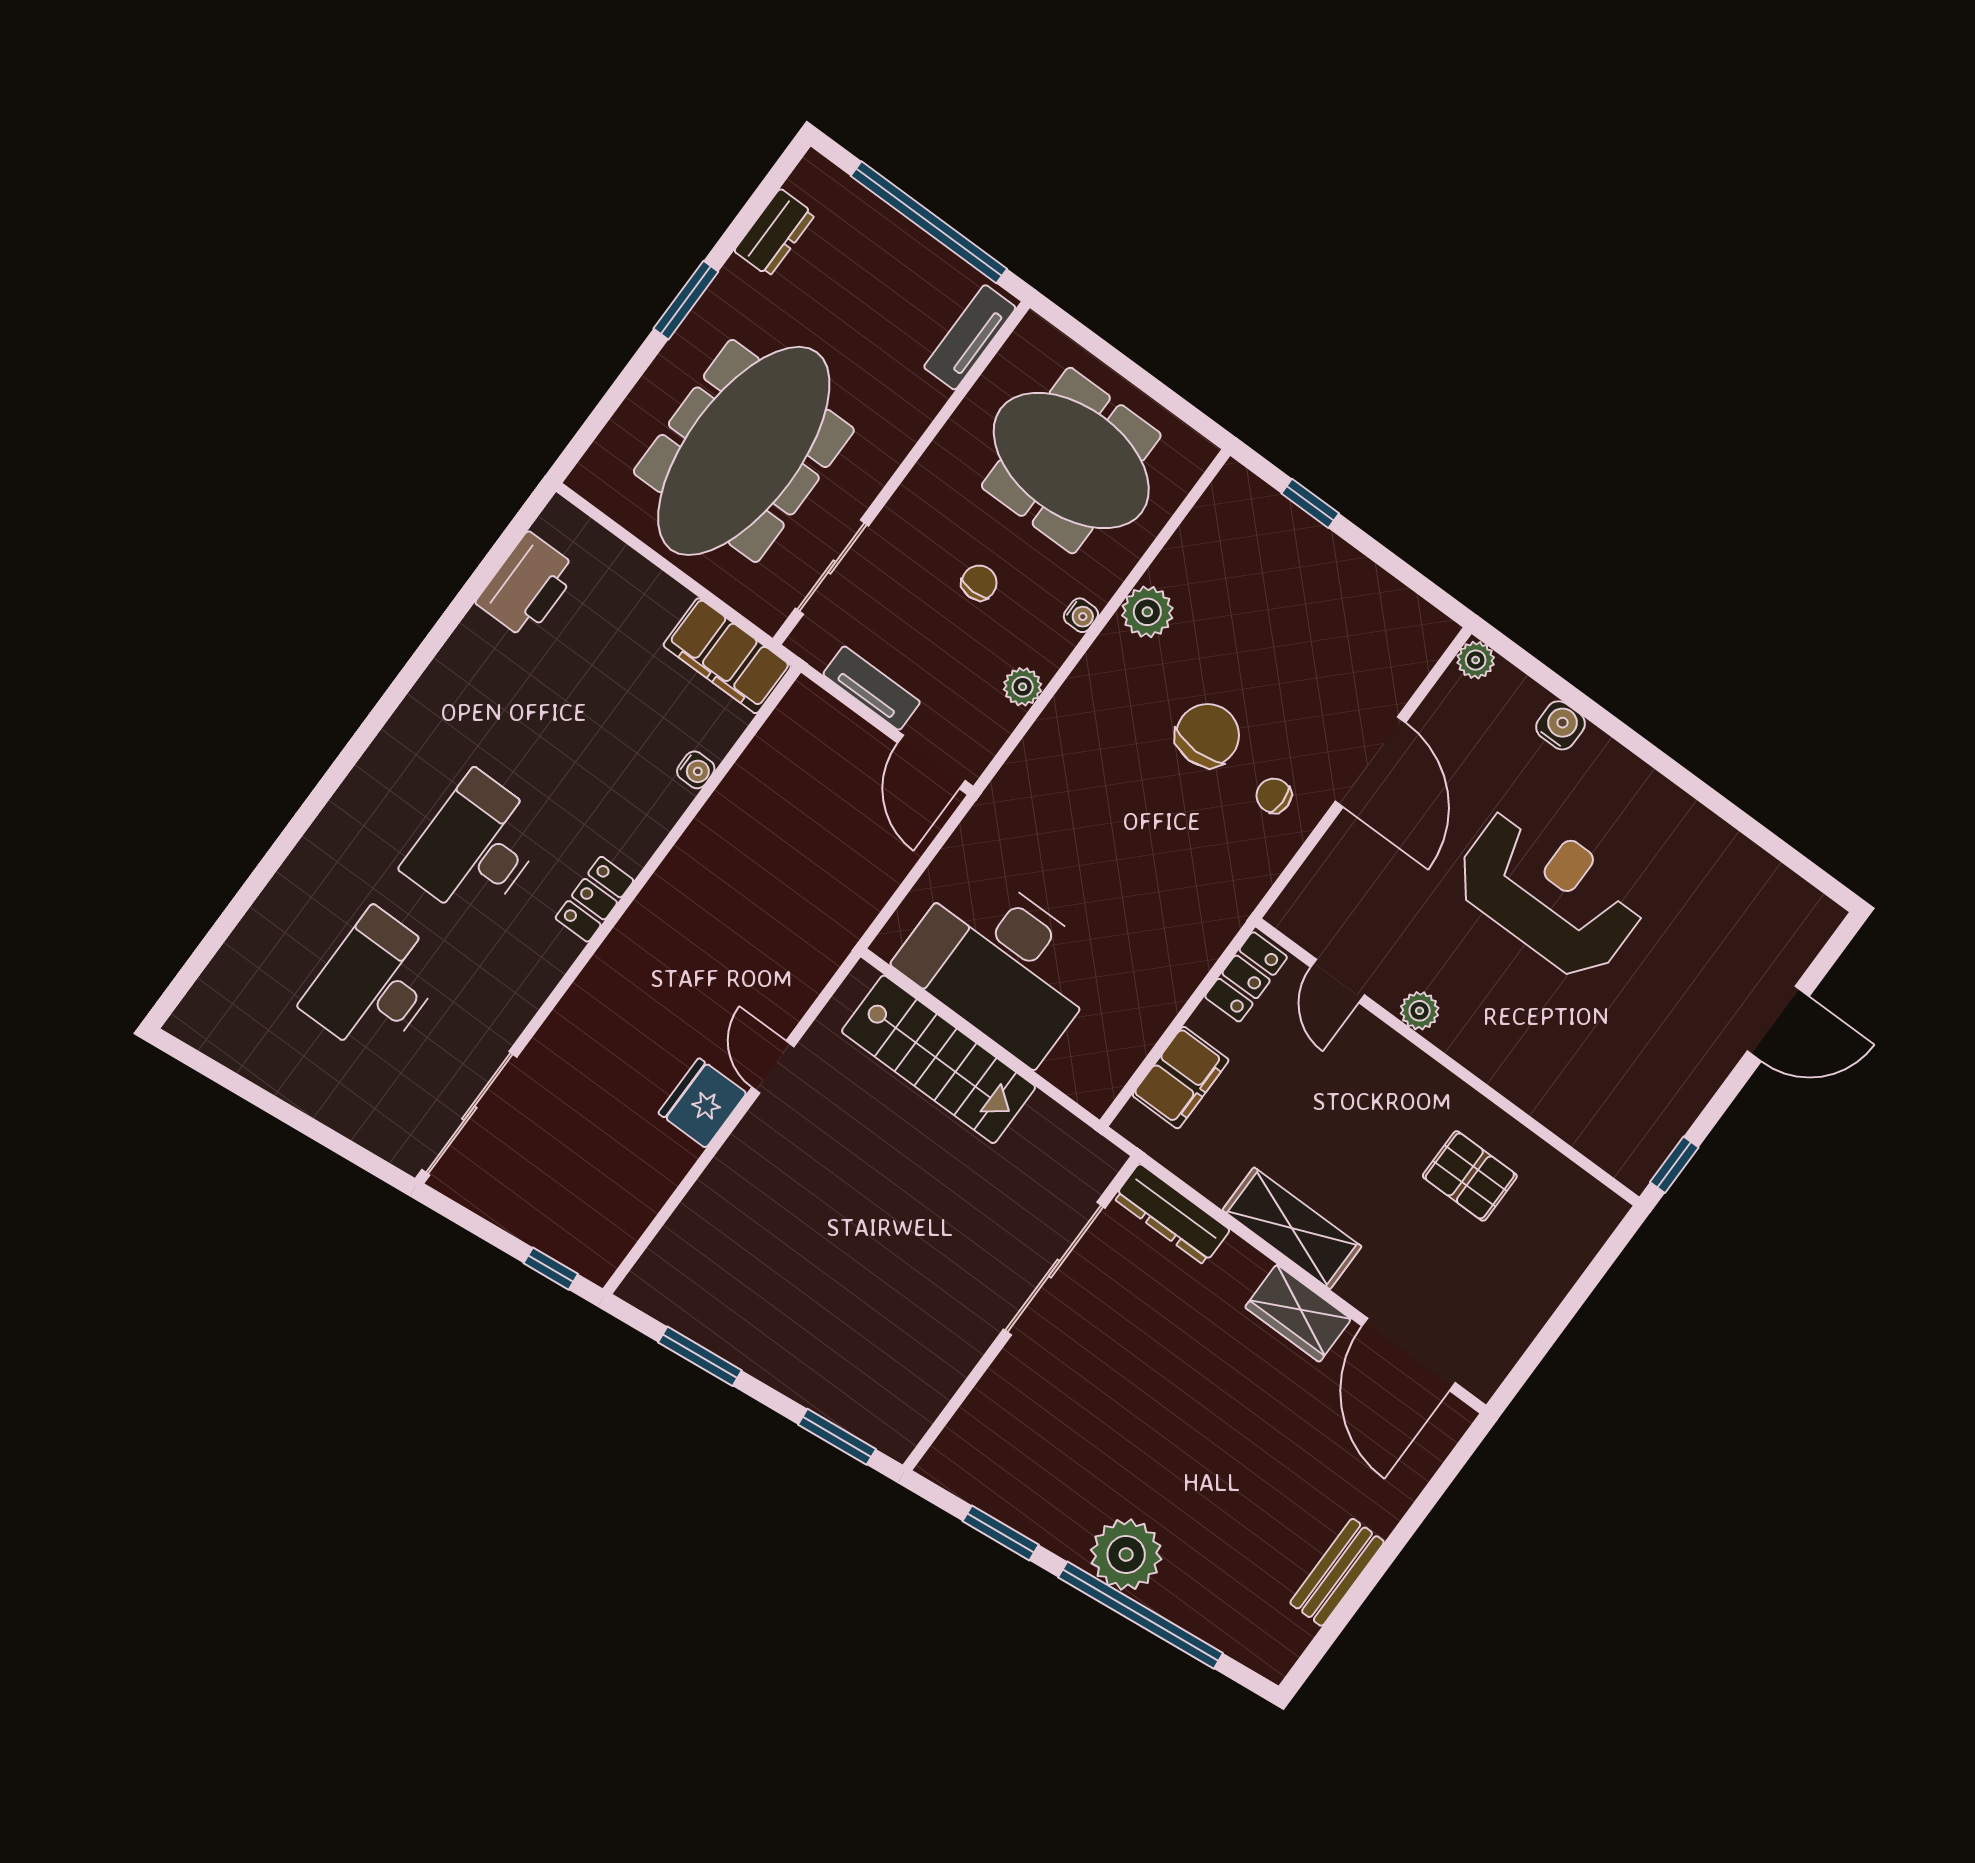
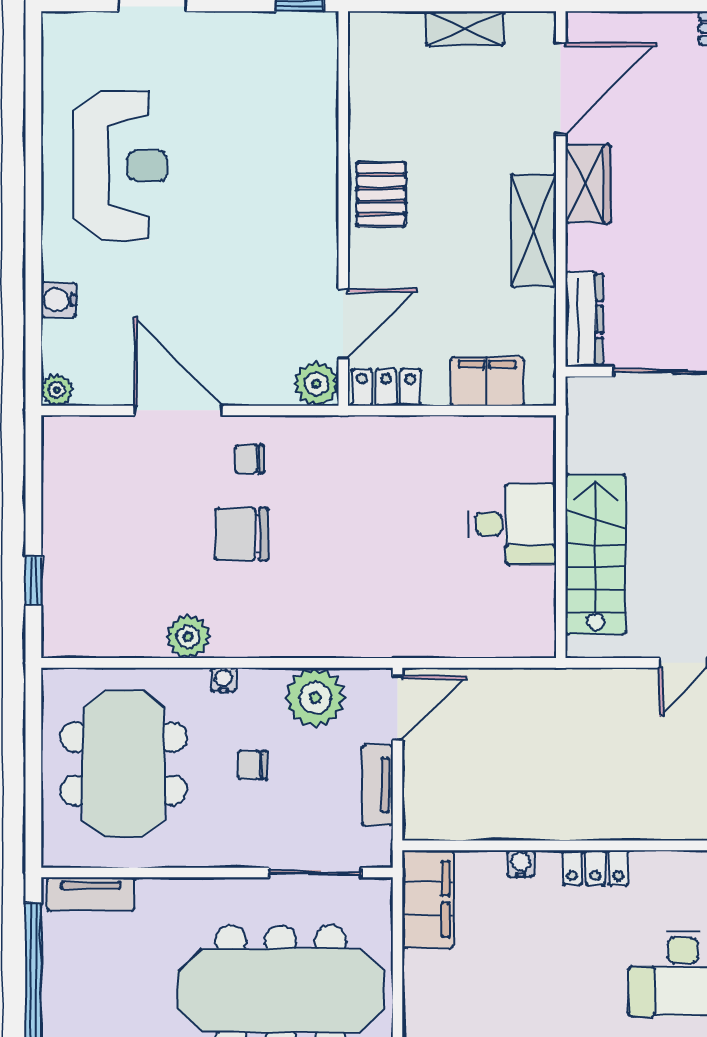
plant: (1023, 687) -> (315, 698), width x1.87, depth x1.87
door: (1370, 762) -> (178, 410), hinge flipped
chair: (1274, 796) -> (249, 459), turned 90
reception desk: (1549, 892) -> (120, 166), moved, turned 180
locker: (594, 899) -> (595, 868), moved
desk: (1002, 964) -> (512, 524), width x0.53, depth x0.77
door: (1337, 981) -> (343, 323), width x1.38
plant: (1420, 1011) -> (316, 384), moved, width x1.38, depth x1.38
pallet: (1470, 1176) -> (381, 195), moved
shelving: (1533, 1305) -> (465, 29), added

